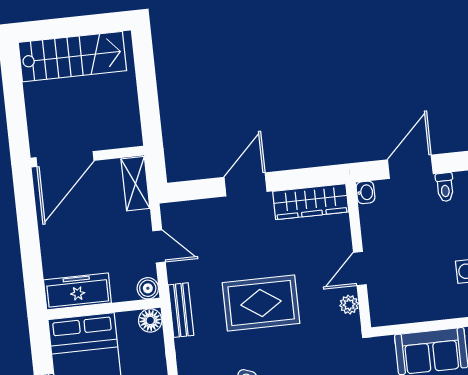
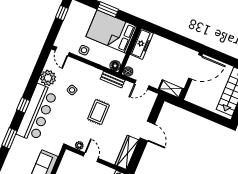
door: (65, 159) -> (195, 67), swing flipped
rug: (261, 303) -> (98, 112), width x0.73, depth x0.70

